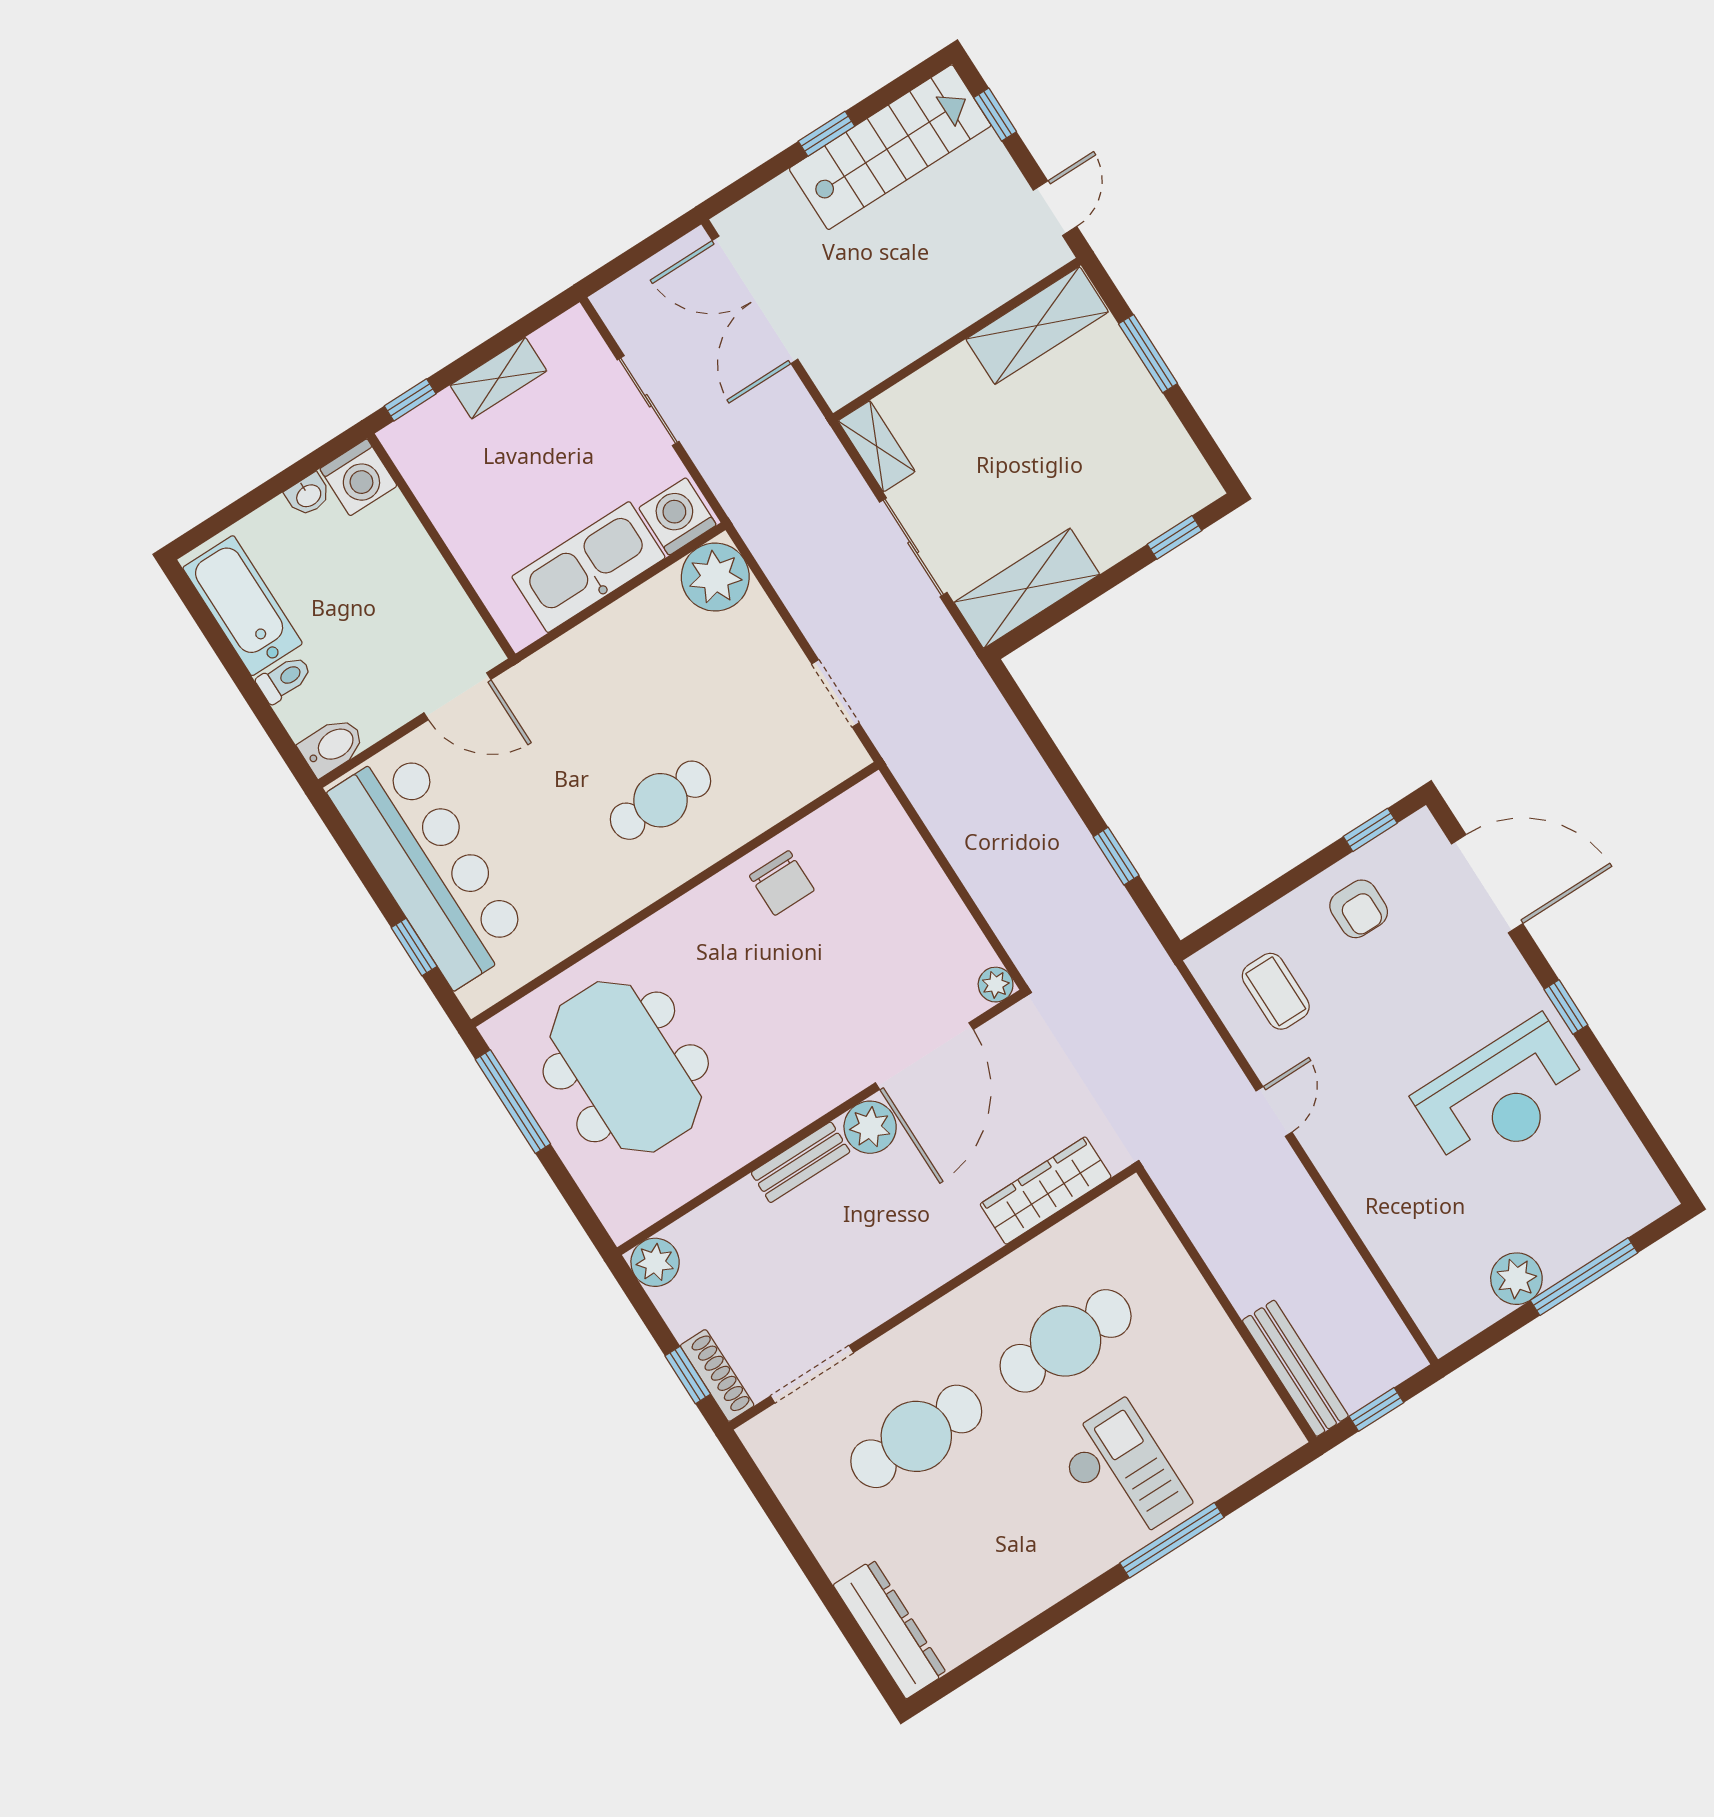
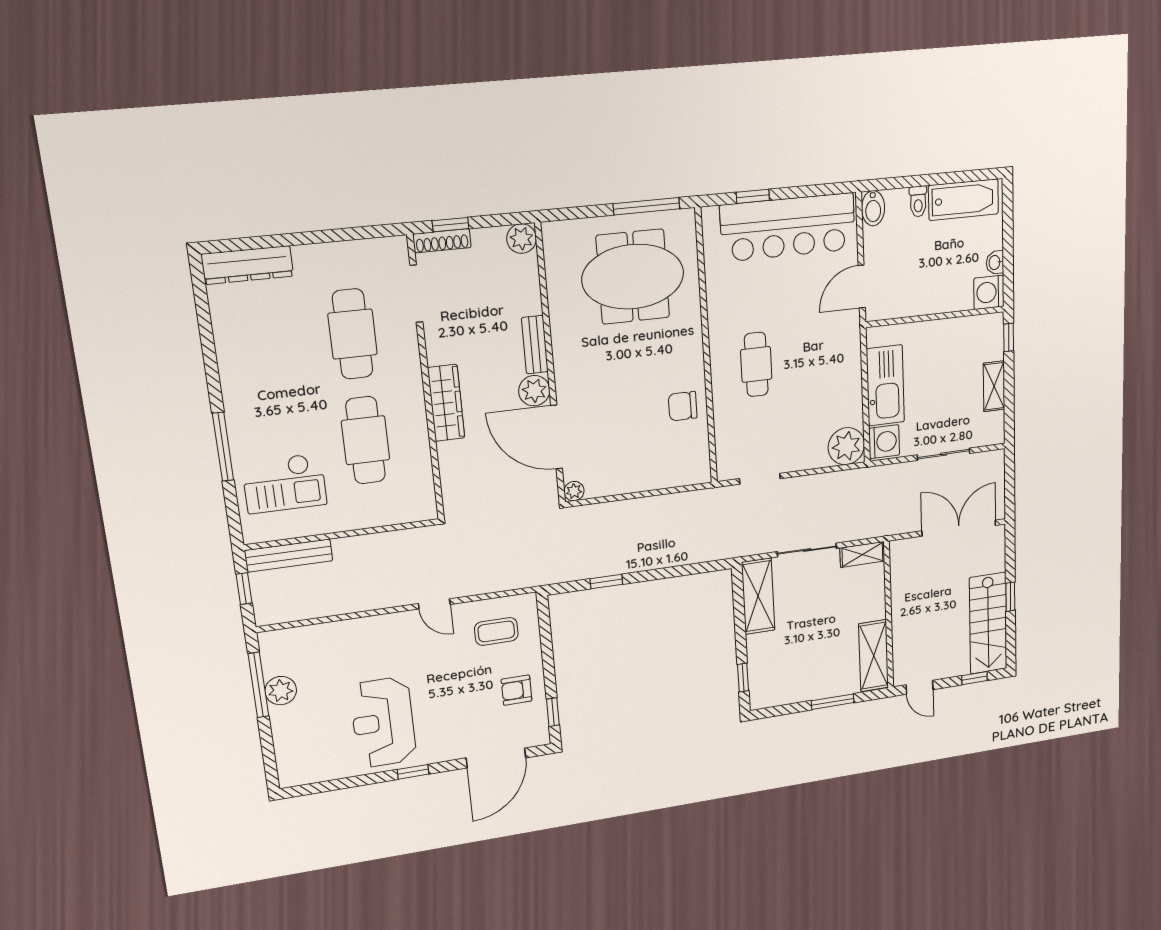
wardrobe: (1046, 1191) -> (446, 403), moved
window: (1584, 1277) -> (258, 685), moved
checkout: (1122, 1473) -> (284, 483), moved

